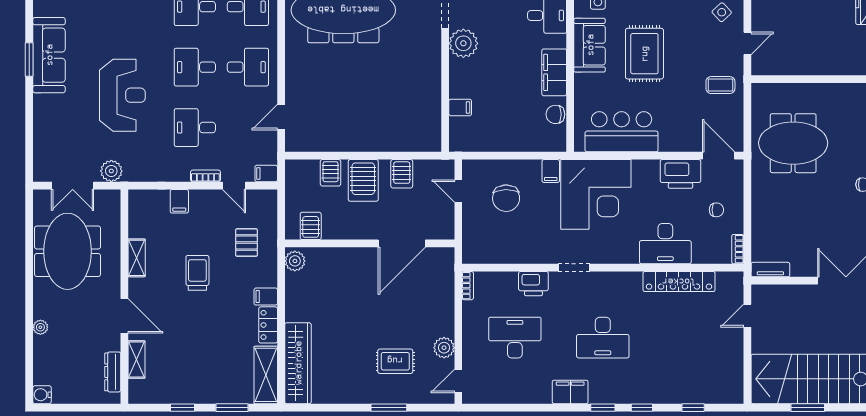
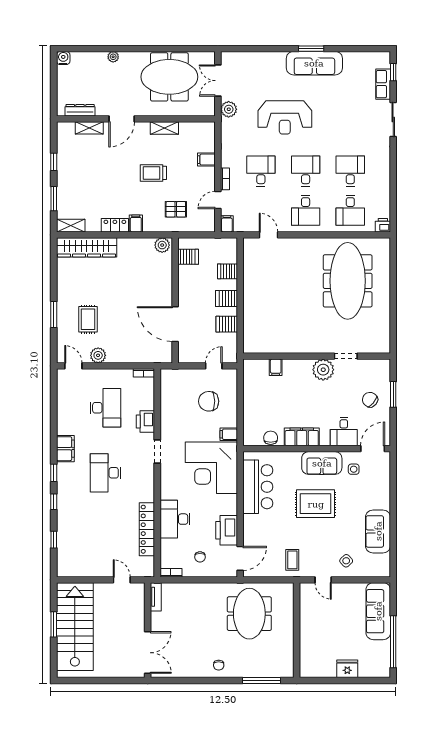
server rack: (363, 180) -> (227, 299), width x0.73, depth x0.70
trolley: (197, 273) -> (153, 173), turned 180
shelving: (266, 375) -> (71, 226), width x0.67, depth x0.75

